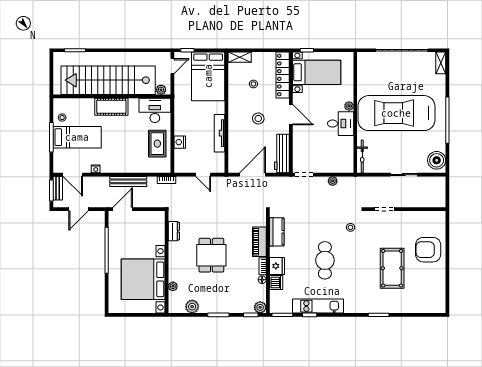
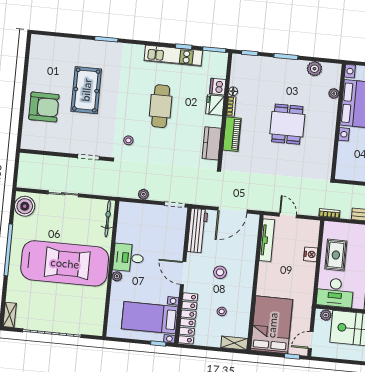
tv unit: (220, 133) -> (267, 240), moved
dresser: (174, 231) -> (327, 155), removed
plant: (260, 307) -> (238, 61), removed

